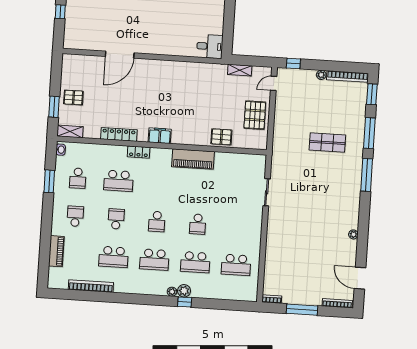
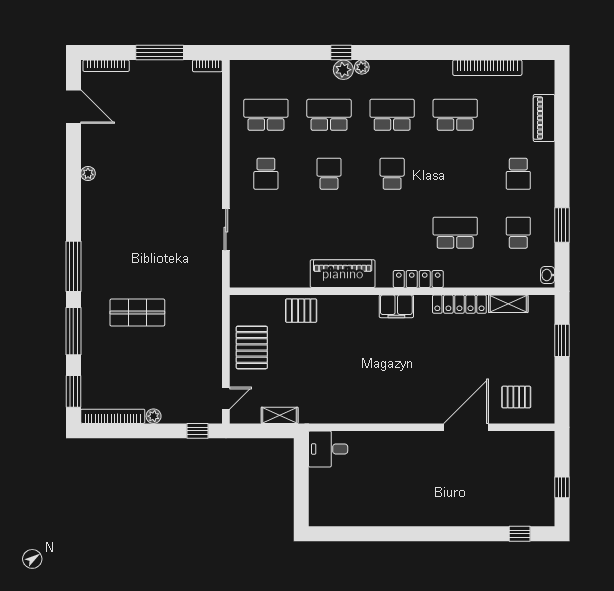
pallet: (73, 97) -> (516, 397), moved
shelving: (70, 132) -> (508, 304), moved
locker: (139, 152) -> (418, 279), width x1.53
school desk: (116, 219) -> (266, 174), moved

